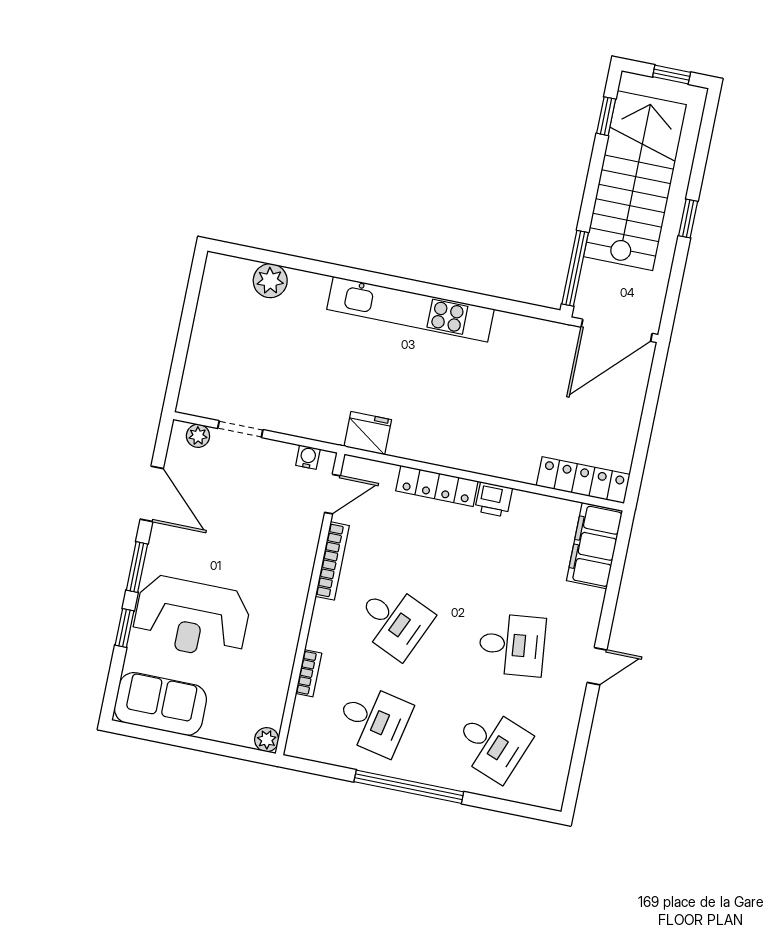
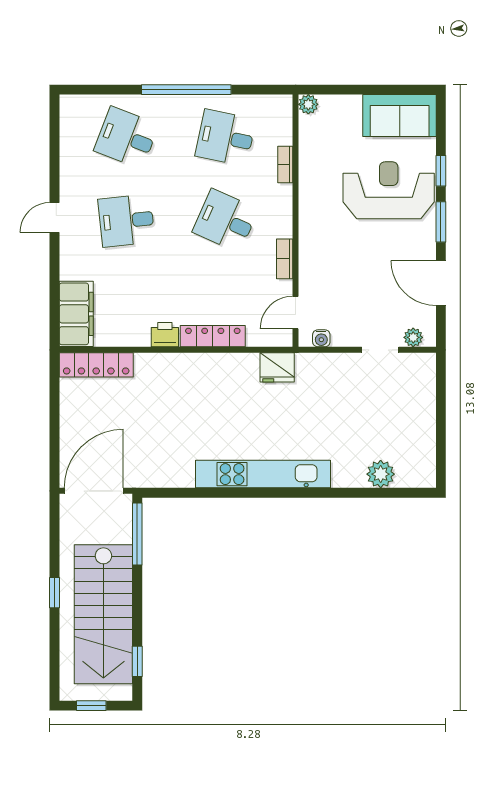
bookcase: (332, 561) -> (285, 259), width x0.64

